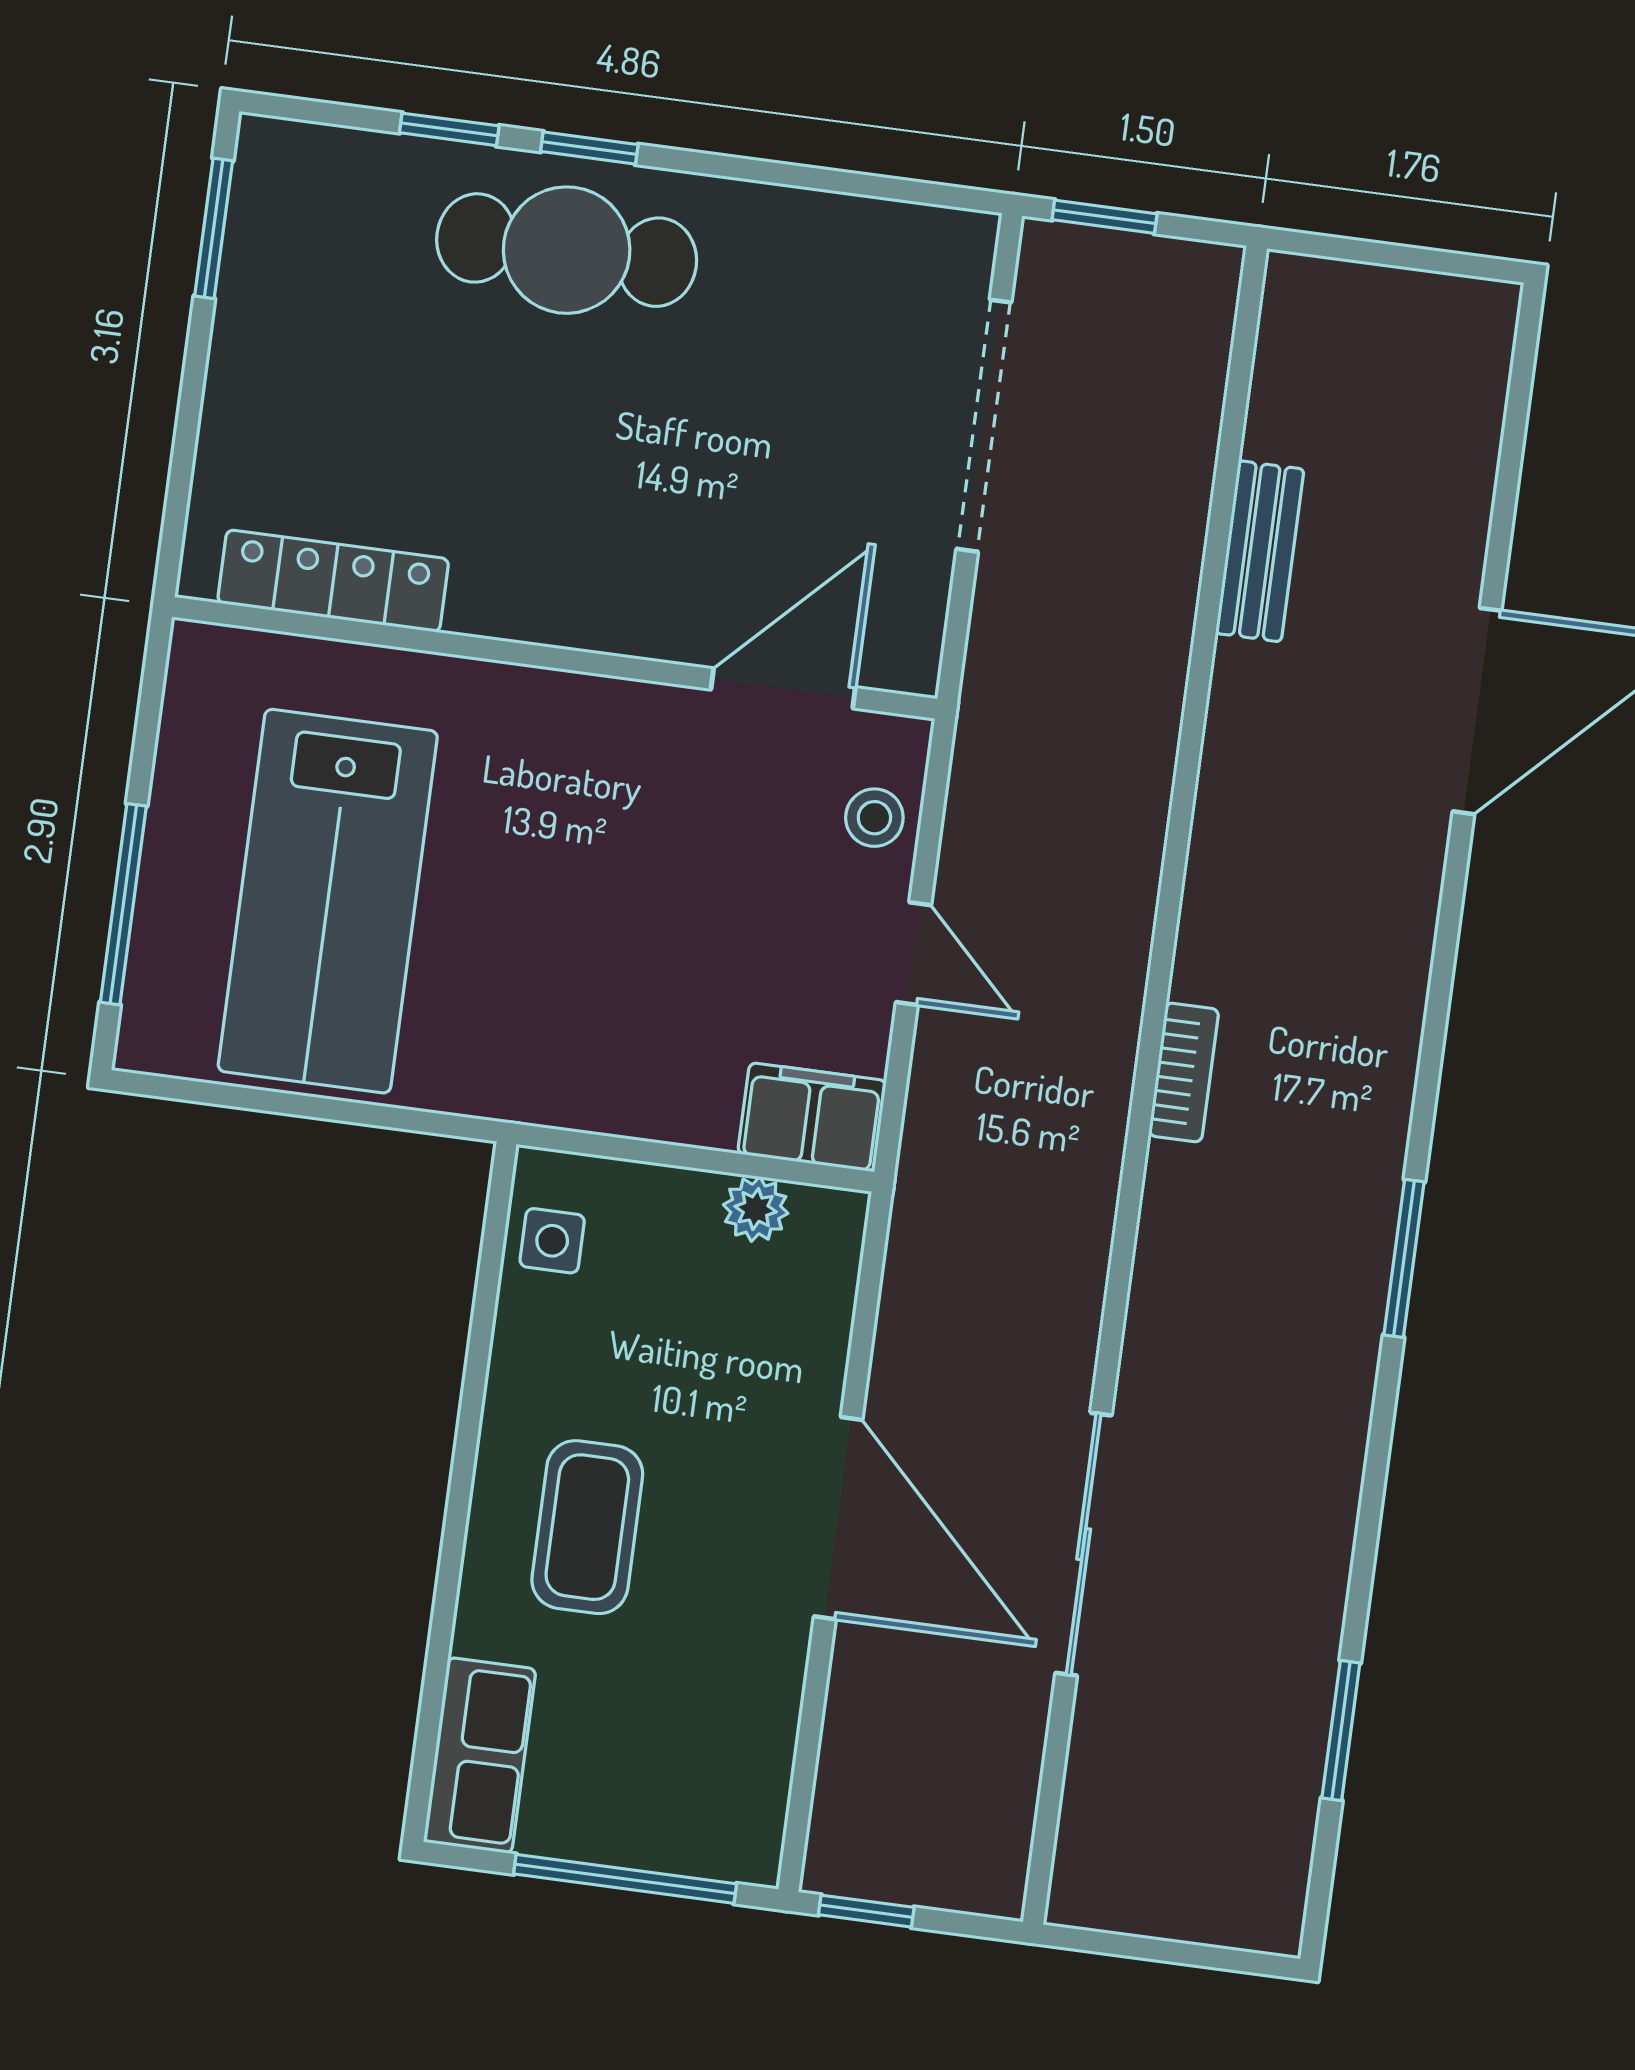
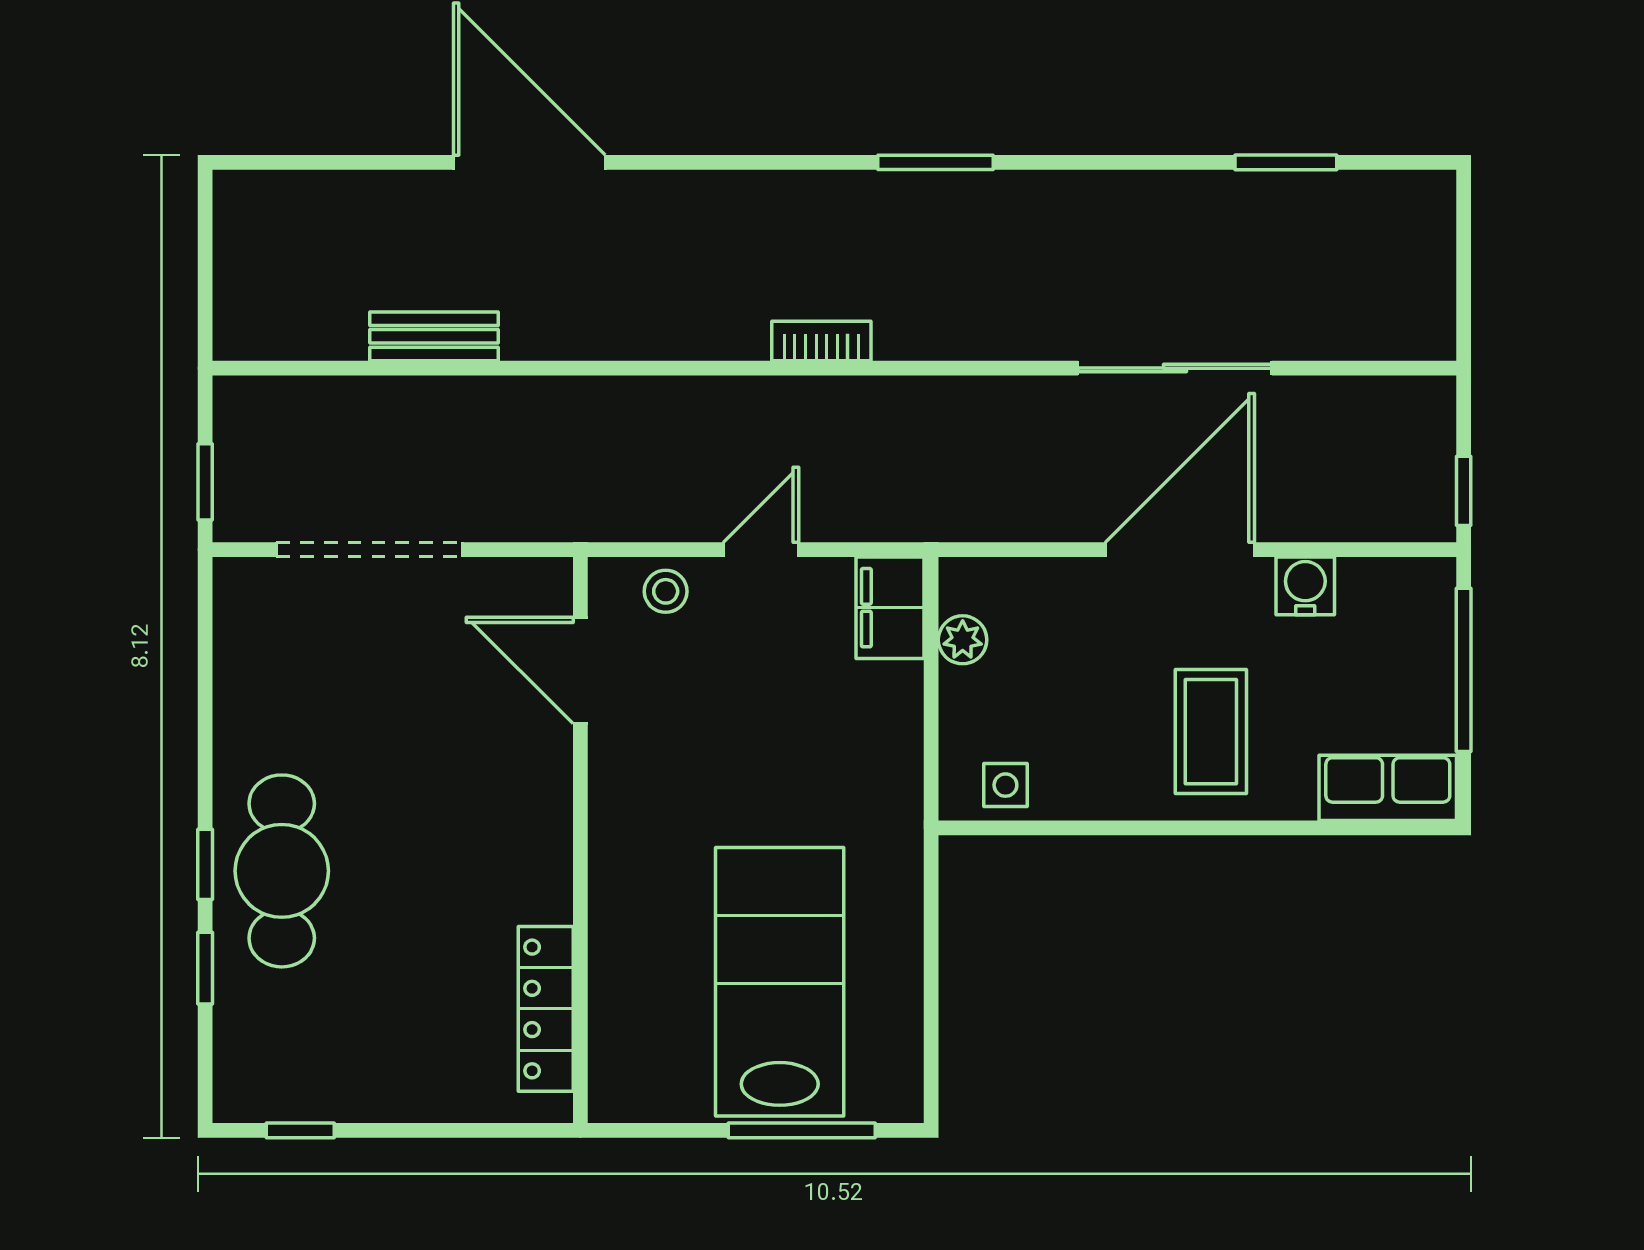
window: (214, 228) -> (300, 1130), width x0.67
lab bench: (328, 901) -> (780, 982), turned -90
coffee table: (587, 1527) -> (1211, 732), turned 90
water cooler: (767, 1681) -> (1305, 586), added

